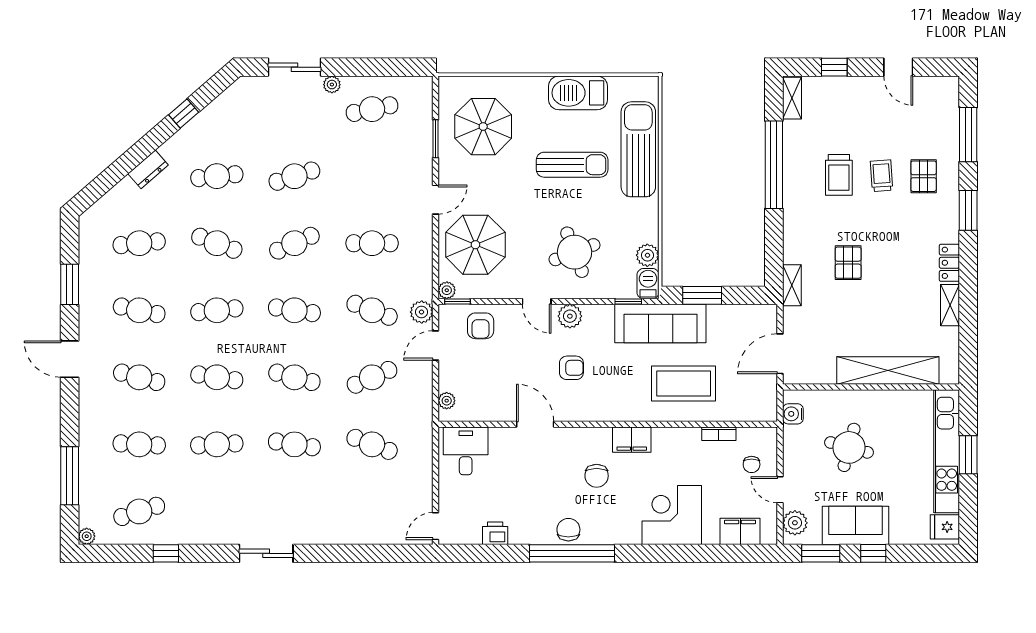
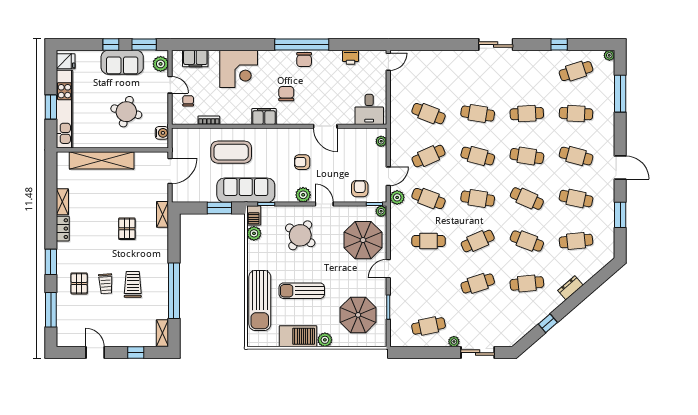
plant: (536, 87) -> (325, 340), added
round table: (575, 252) -> (300, 235), turned -34
cafe table: (217, 310) -> (527, 199), turned 30

